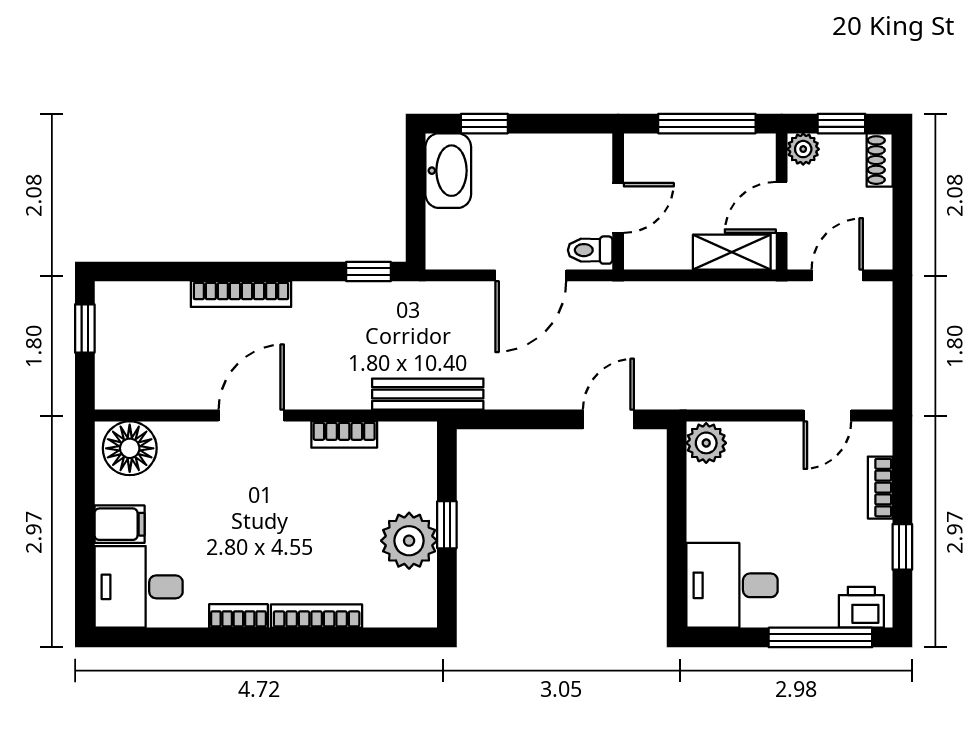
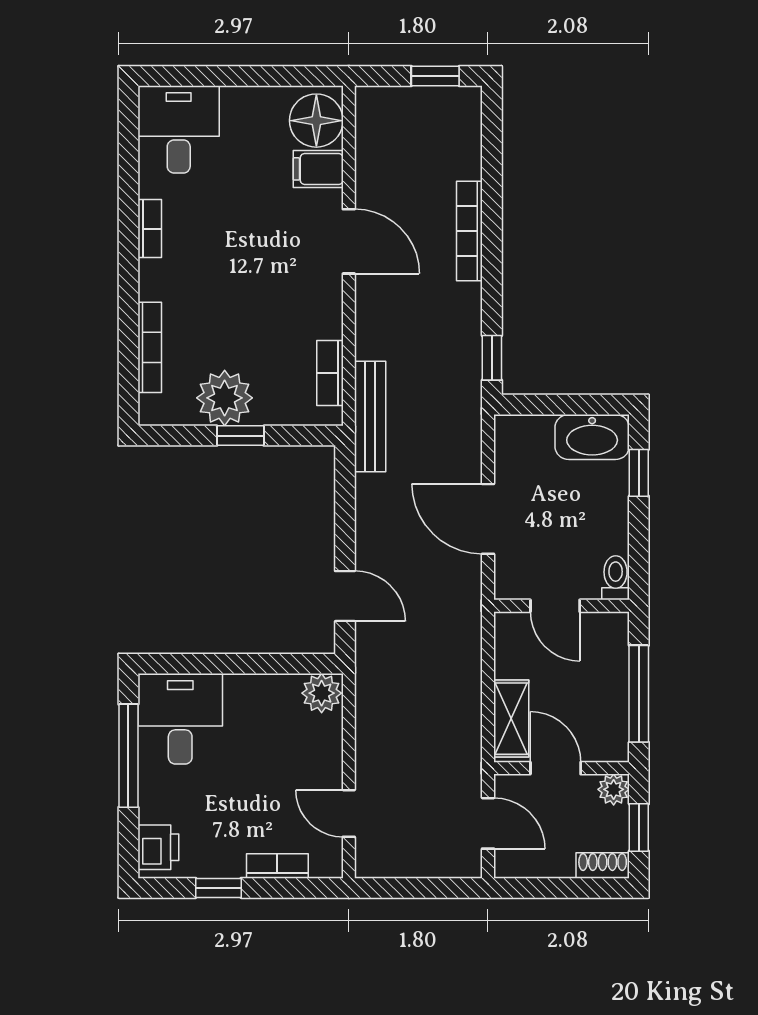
toilet: (590, 250) -> (616, 578), moved
bookcase: (344, 435) -> (330, 373), moved
filing cabinet: (120, 524) -> (318, 169), moved, turned 90
bookcase: (317, 616) -> (150, 347), moved
window: (820, 637) -> (128, 756), moved

